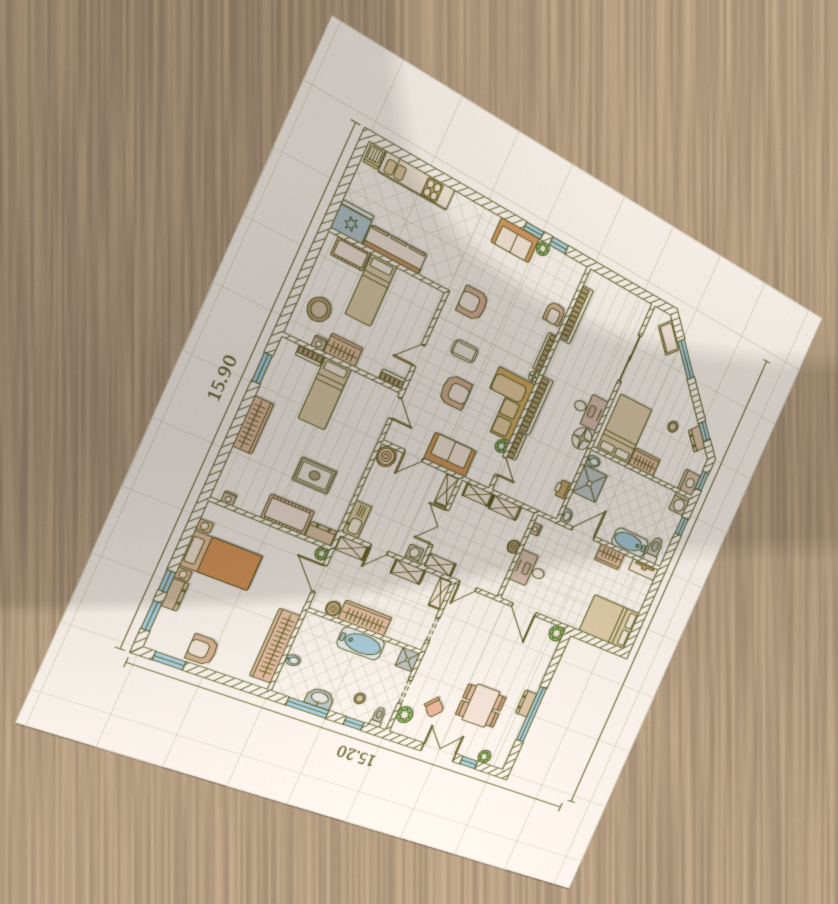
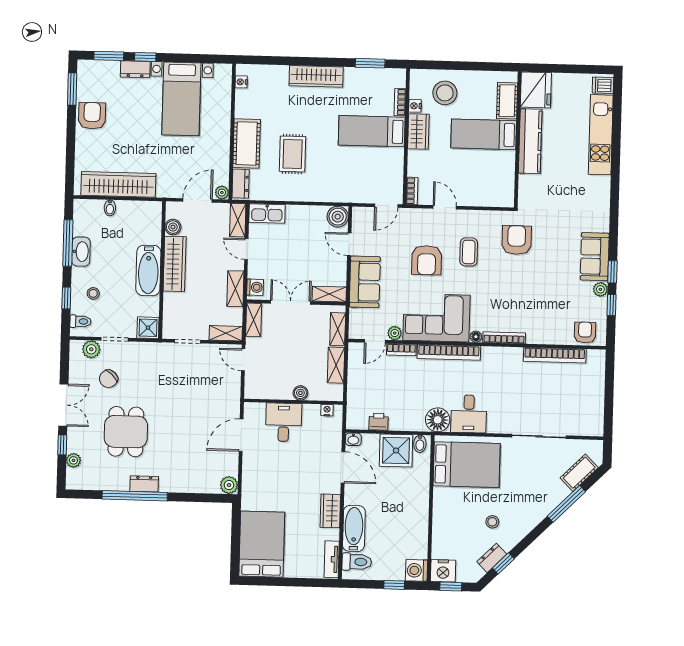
armchair: (554, 314) -> (585, 332), moved, turned 90
wardrobe: (644, 462) -> (443, 505), removed

